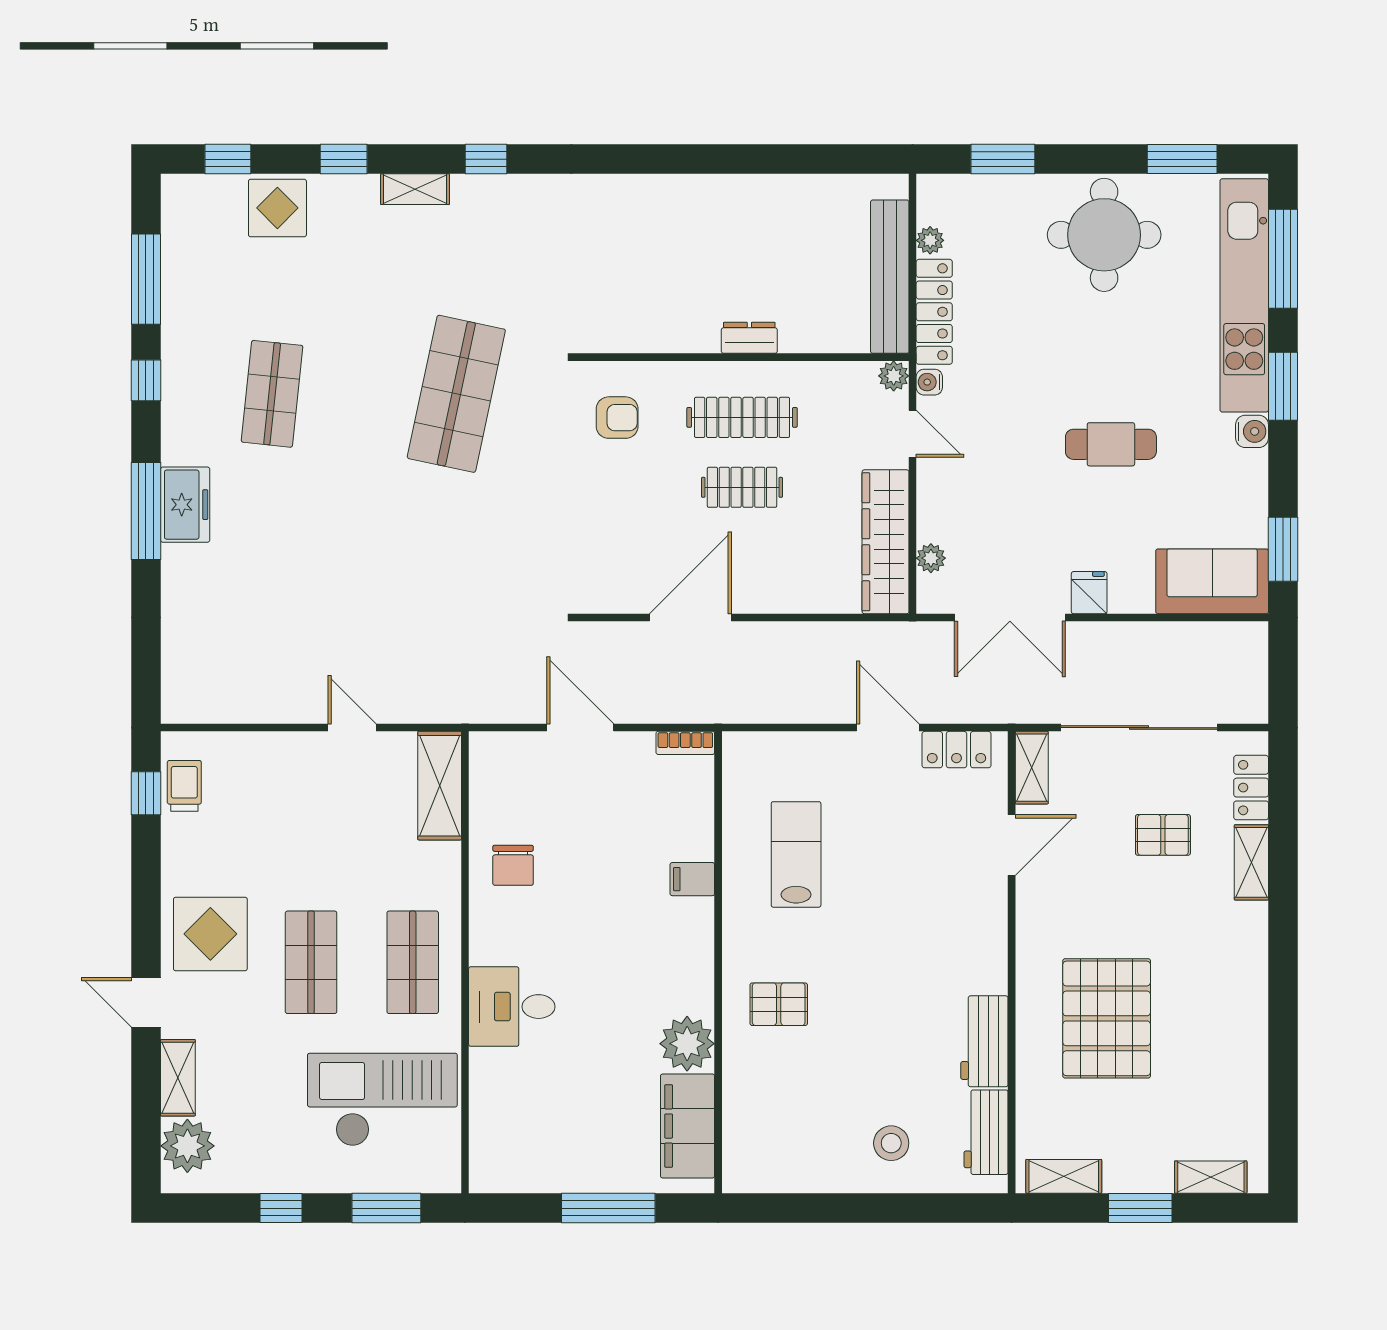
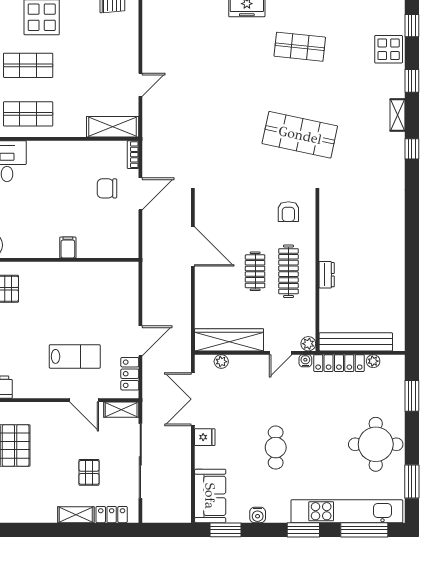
water cooler: (1252, 431) -> (258, 515), moved
bookcase: (685, 743) -> (133, 155), moved
lab bench: (796, 854) -> (75, 356), moved
chair: (513, 865) -> (107, 188), moved

